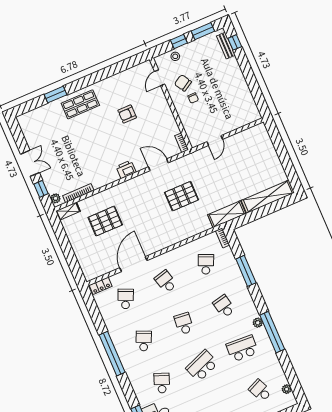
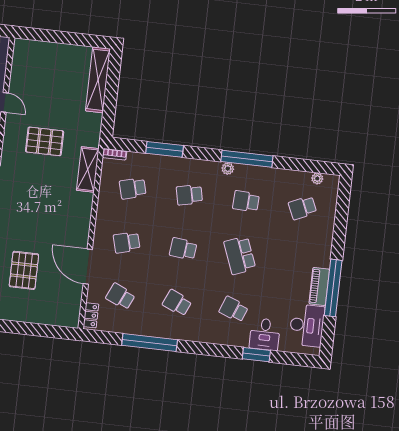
pallet: (181, 196) -> (45, 141), moved, turned 90
shelving: (227, 214) -> (88, 169), moved
school desk: (206, 264) -> (133, 188), turned -39
school desk: (242, 348) -> (246, 201), width x0.54
window: (112, 354) -> (150, 342), moved

